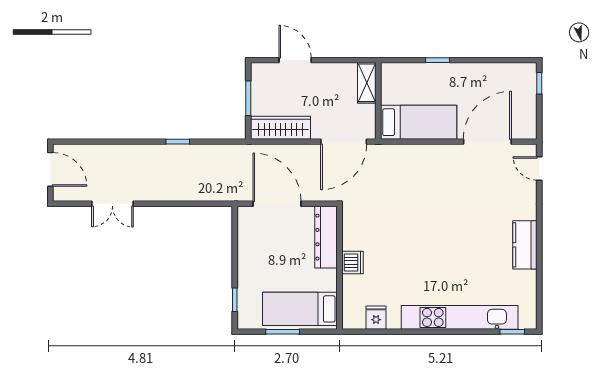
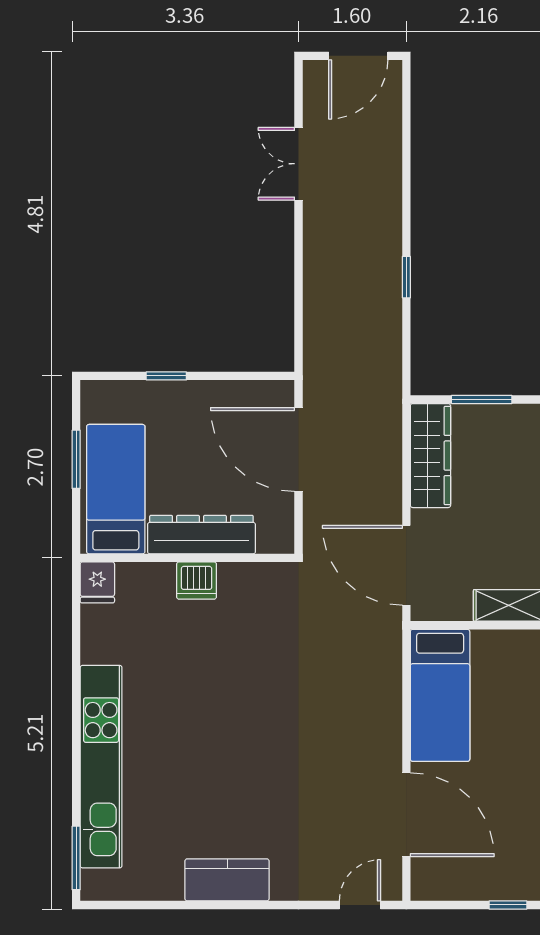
door: (277, 204) -> (299, 450), swing flipped
dresser: (326, 237) -> (201, 535), moved
window: (235, 300) -> (166, 376), moved
fridge: (376, 318) -> (97, 582), moved, turned 90
window: (512, 332) -> (76, 858), width x1.50

